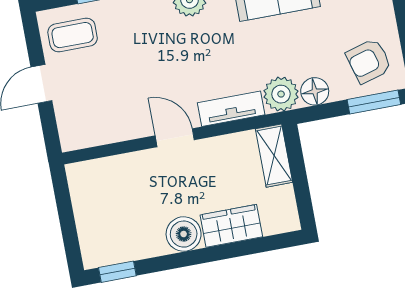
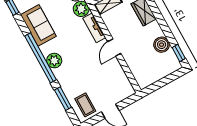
boiler: (184, 234) -> (162, 45), moved

